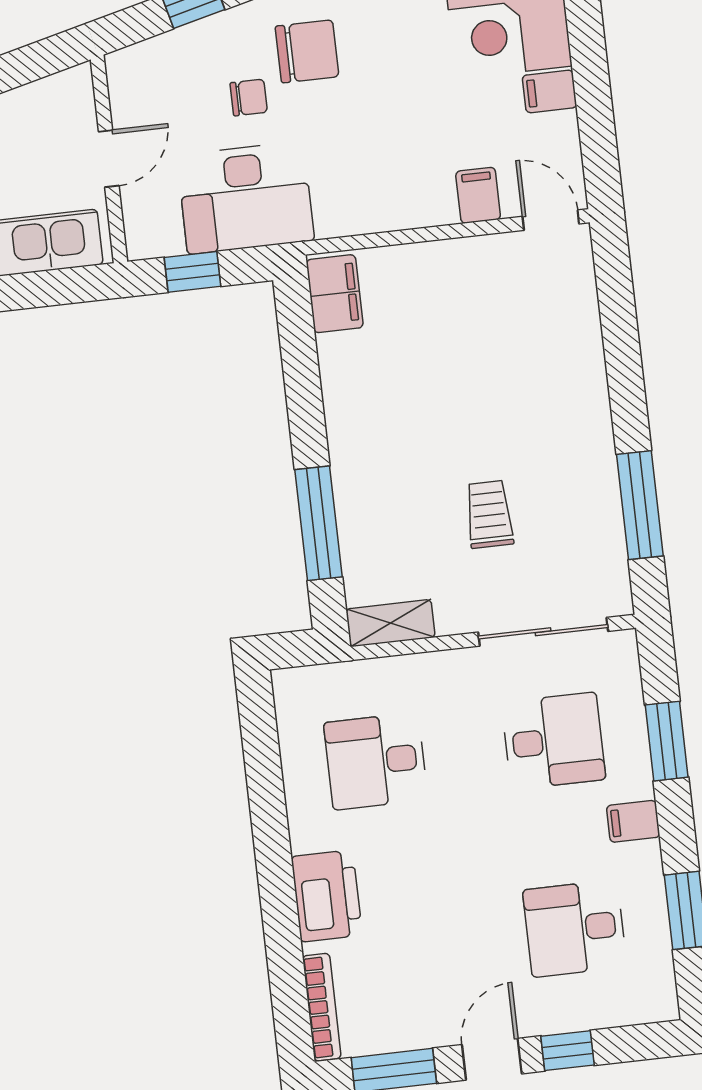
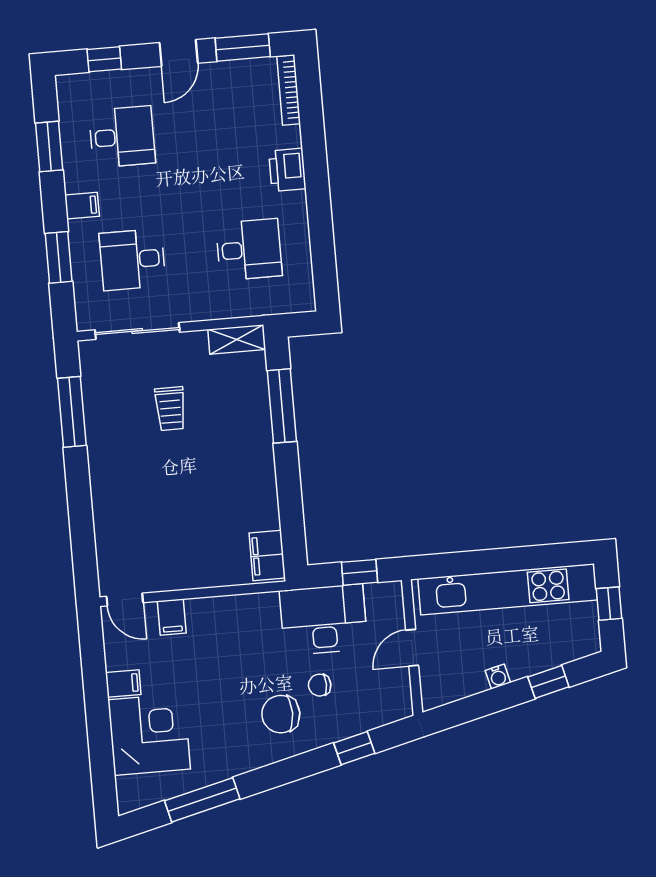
printer: (327, 896) -> (287, 170), width x0.73, depth x0.84
window: (567, 1051) -> (104, 59), moved

